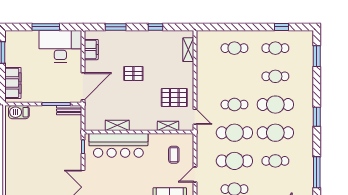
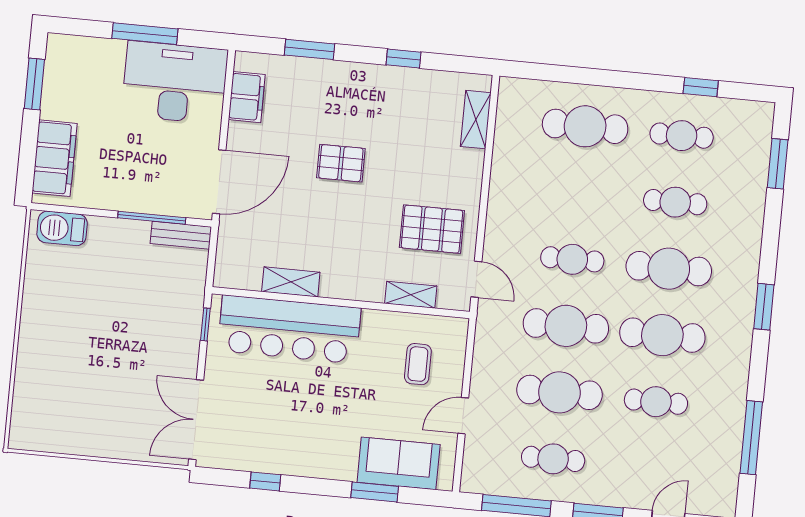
cafe table: (234, 48) -> (585, 126), width x1.37, depth x1.35

